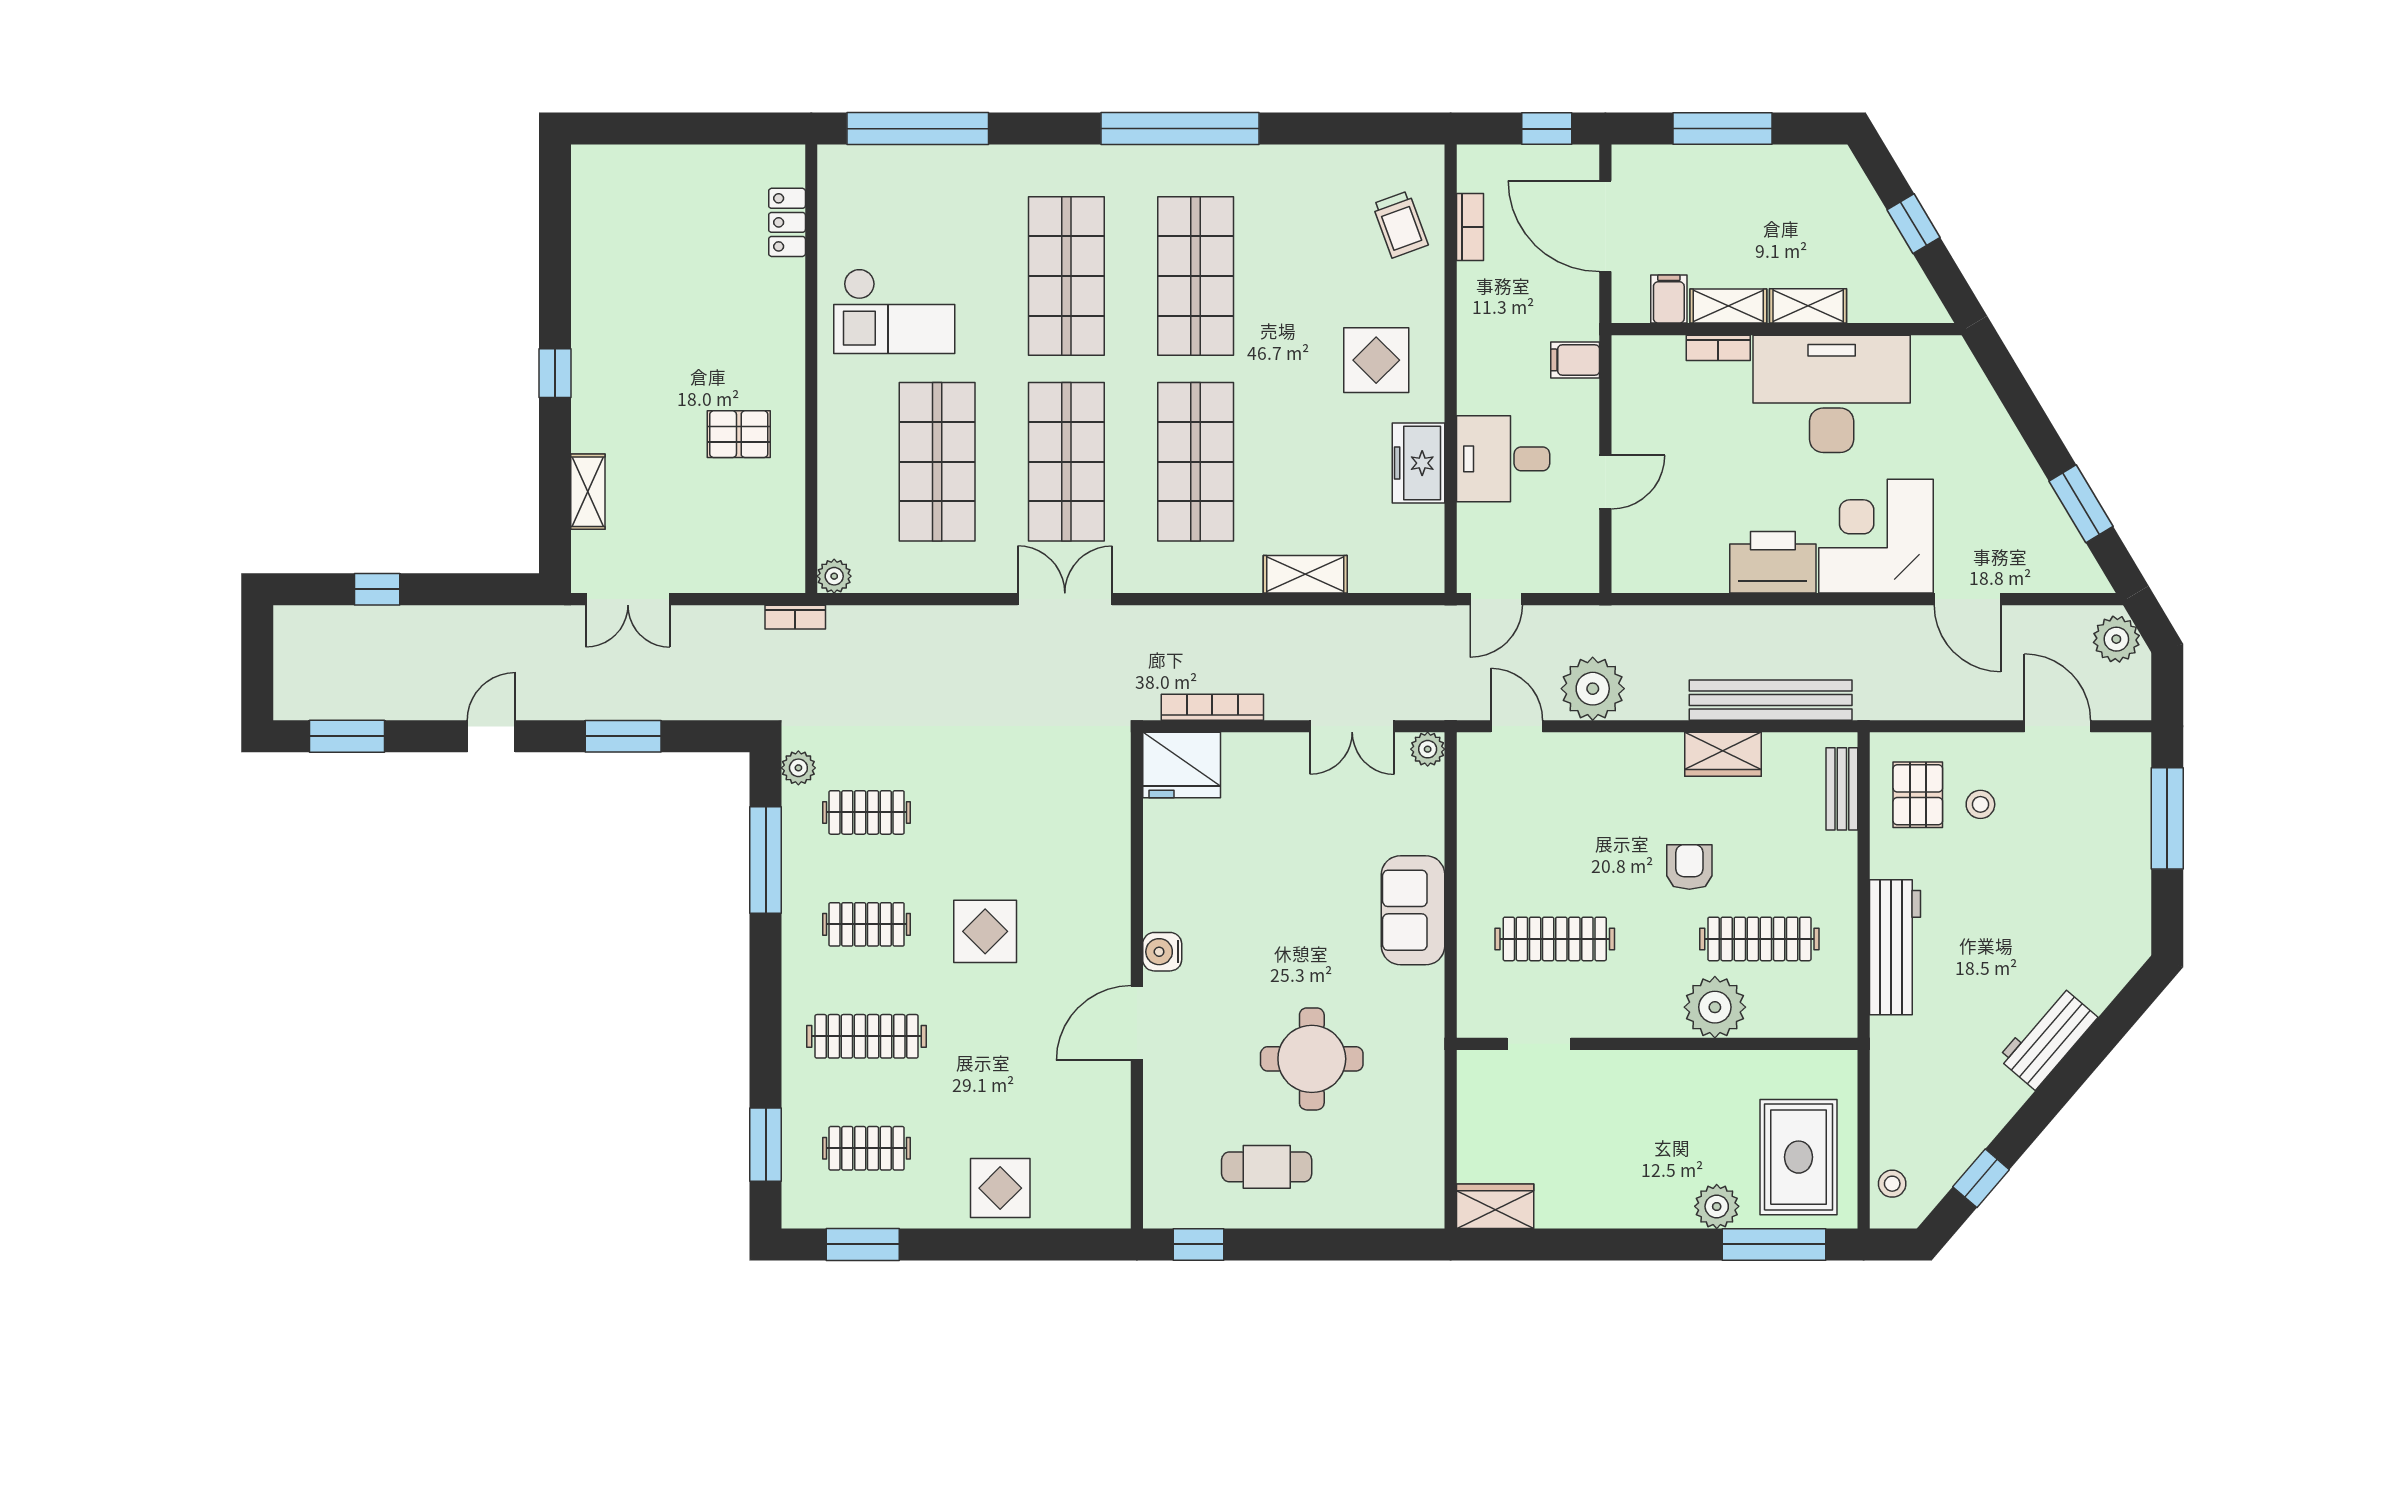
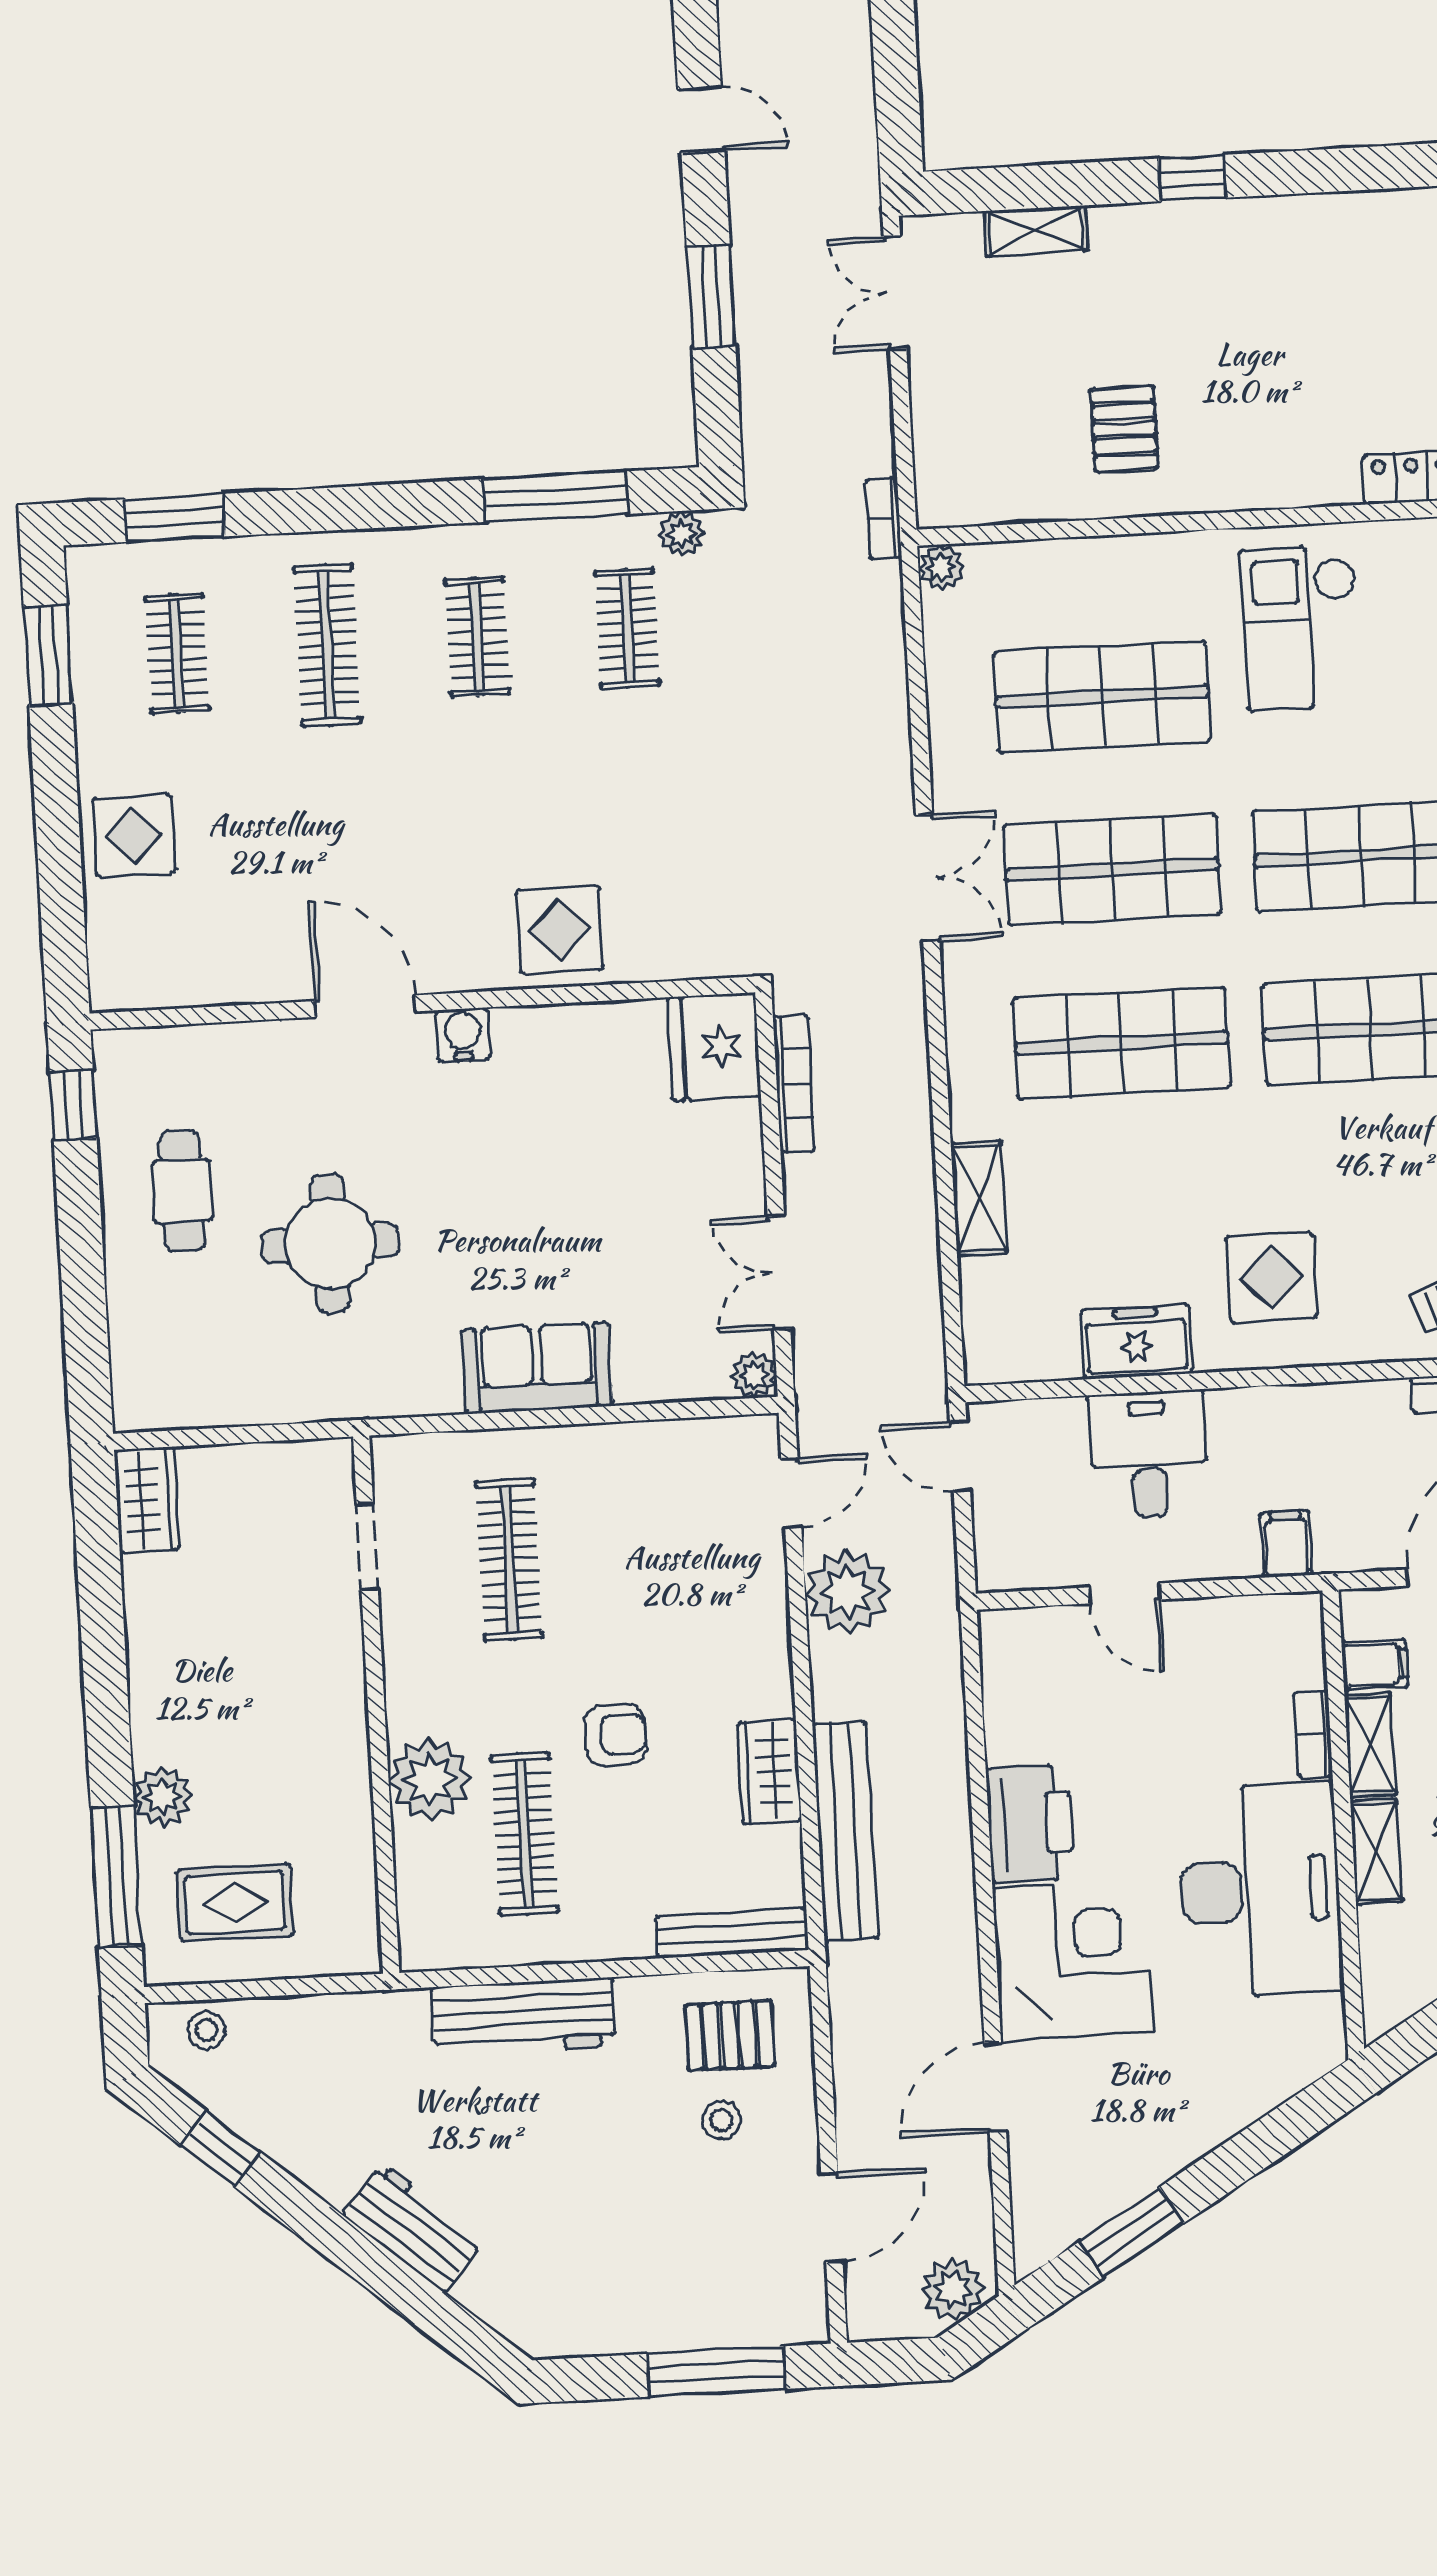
bench: (1842, 789) -> (732, 1933), width x1.36
display table: (985, 931) -> (560, 929), moved
rug: (1798, 1157) -> (235, 1903), width x0.73, depth x0.70

